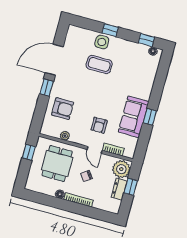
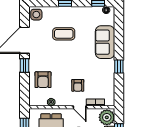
side table: (102, 42) -> (36, 15), moved
armchair: (63, 109) -> (43, 80), turned 90
sofa: (134, 117) -> (105, 42), moved

